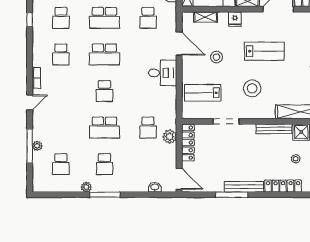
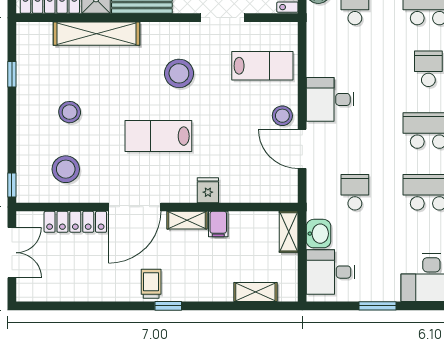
shelving: (206, 17) -> (258, 194), removed
stool: (216, 57) -> (282, 116), moved

